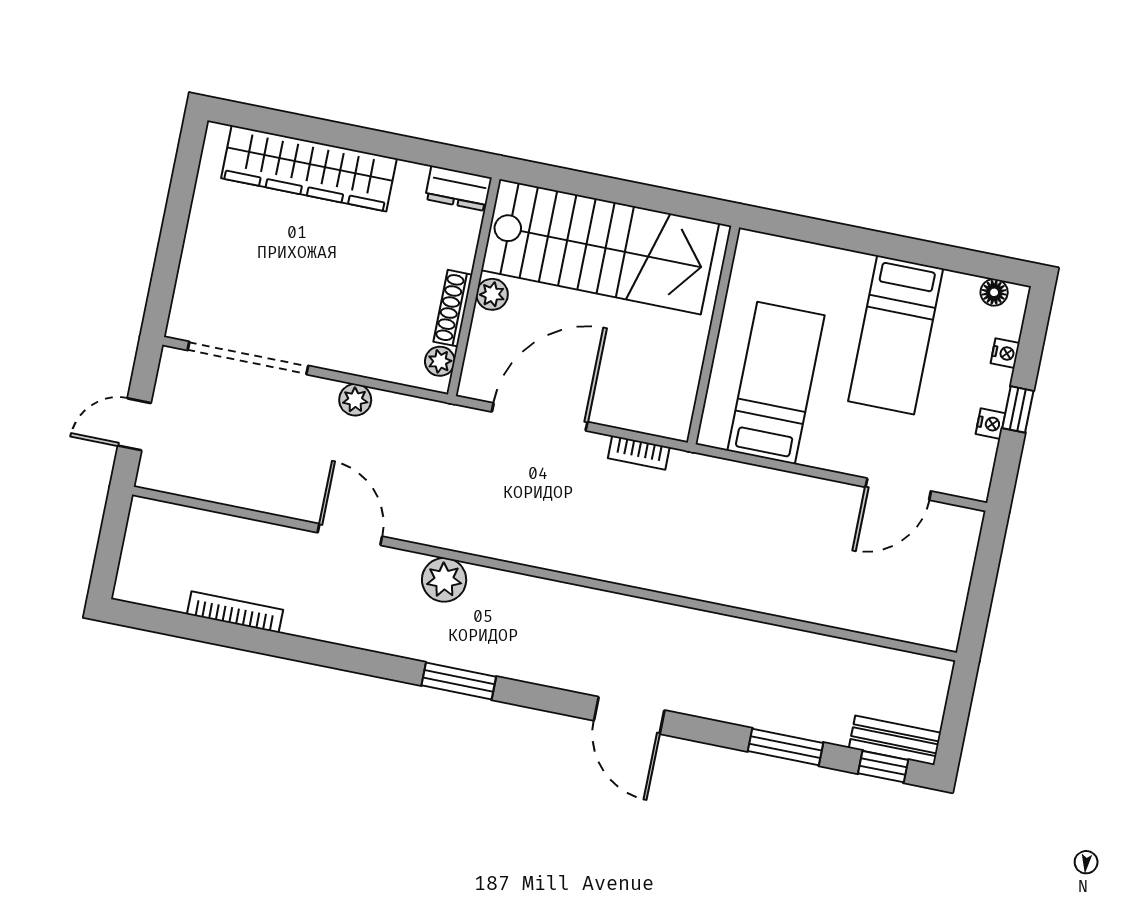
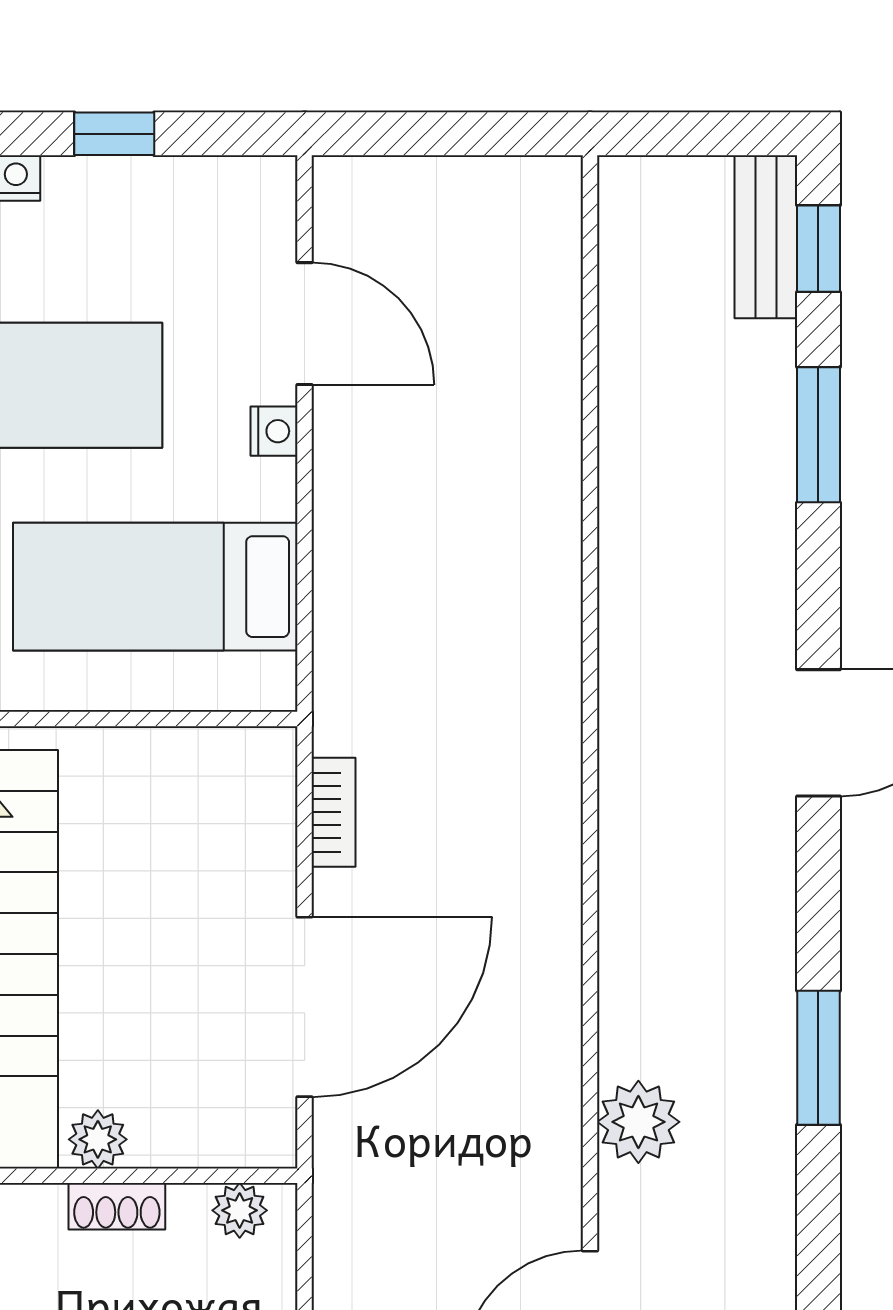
shoe rack: (453, 308) -> (117, 1206), width x0.70
door: (540, 417) -> (305, 1007), swing flipped
nightstand: (991, 424) -> (274, 431), moved, turned 90

